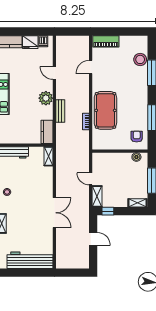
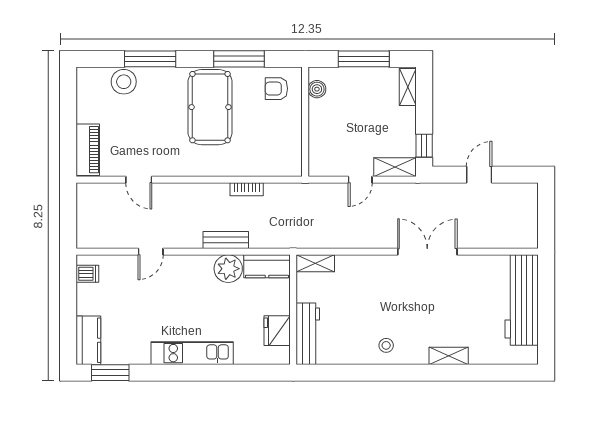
fridge: (30, 42) -> (277, 331), moved, turned 180
plant: (46, 98) -> (228, 269), moved
pool table: (105, 110) -> (210, 107), moved, turned 90

